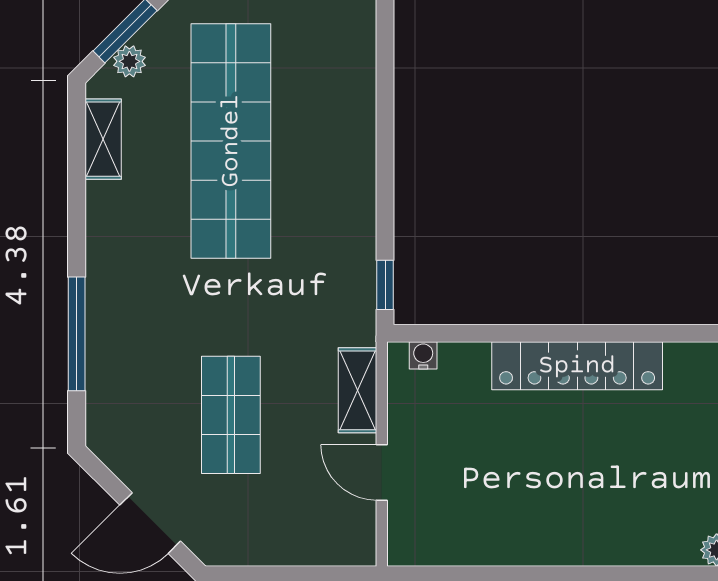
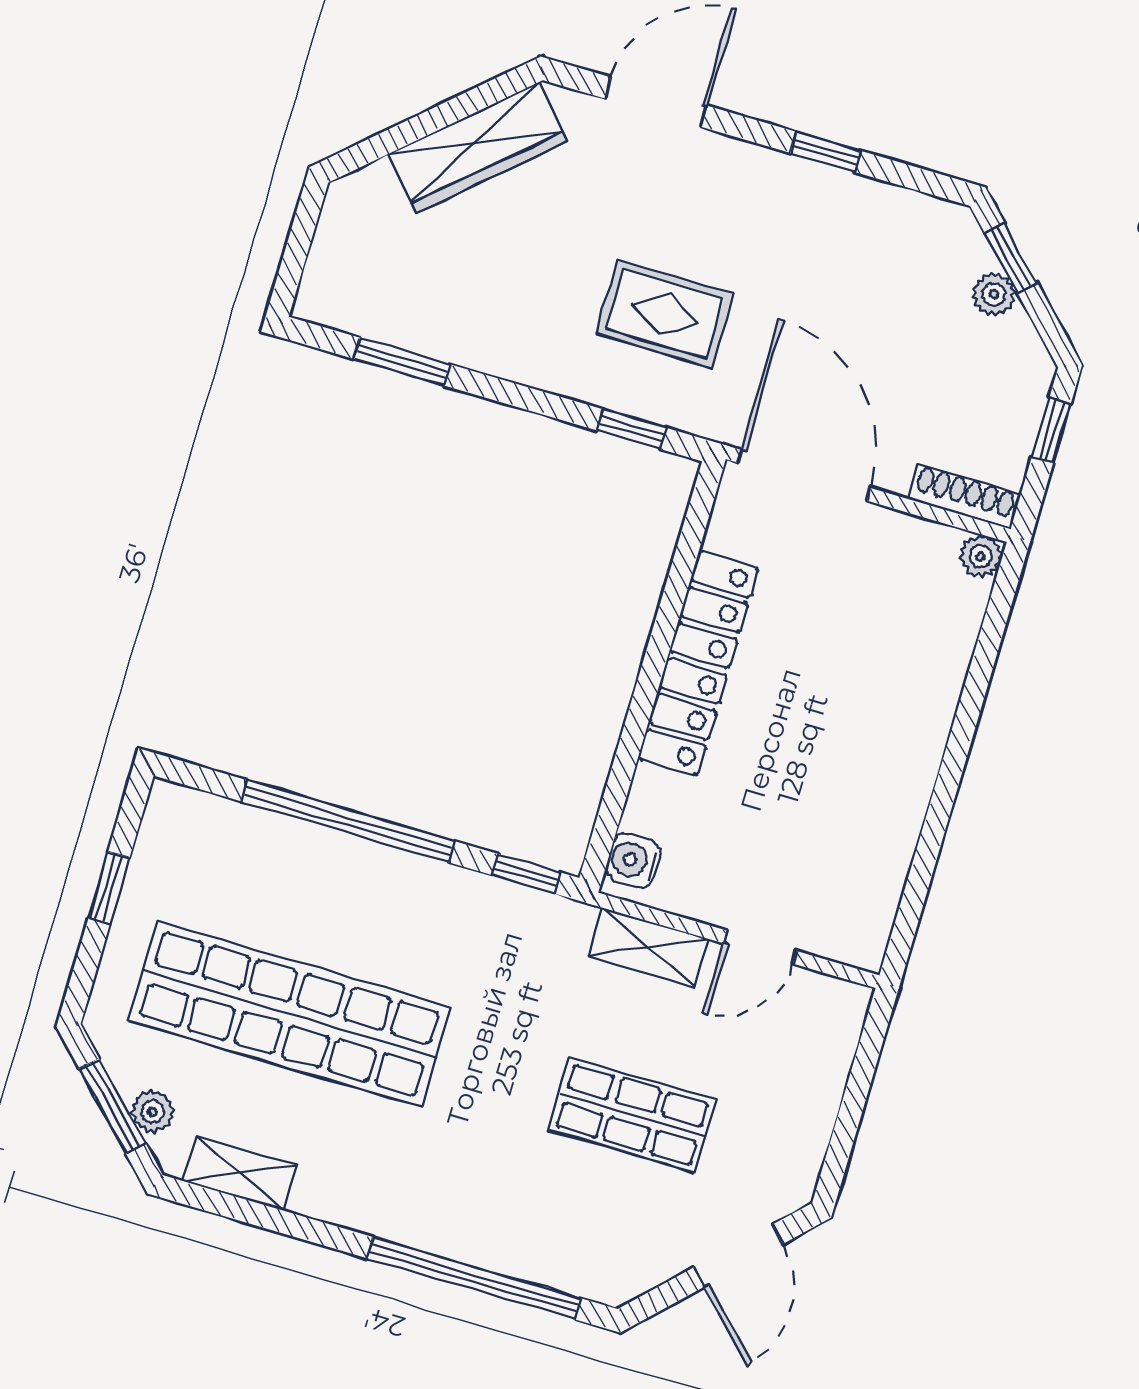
window: (385, 142) -> (348, 821), added
window: (77, 334) -> (474, 1278), width x1.46
water cooler: (423, 355) -> (633, 861), width x1.38, depth x1.38

